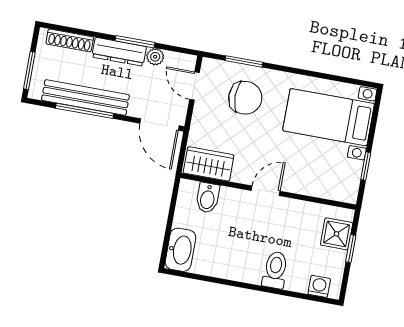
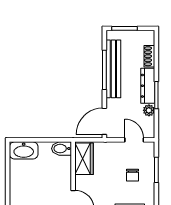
shoe rack: (70, 40) -> (149, 56), width x0.70
door: (194, 86) -> (134, 140), hinge flipped
chair: (245, 98) -> (132, 175), width x0.54, depth x0.54
bidet: (208, 198) -> (61, 149), moved

